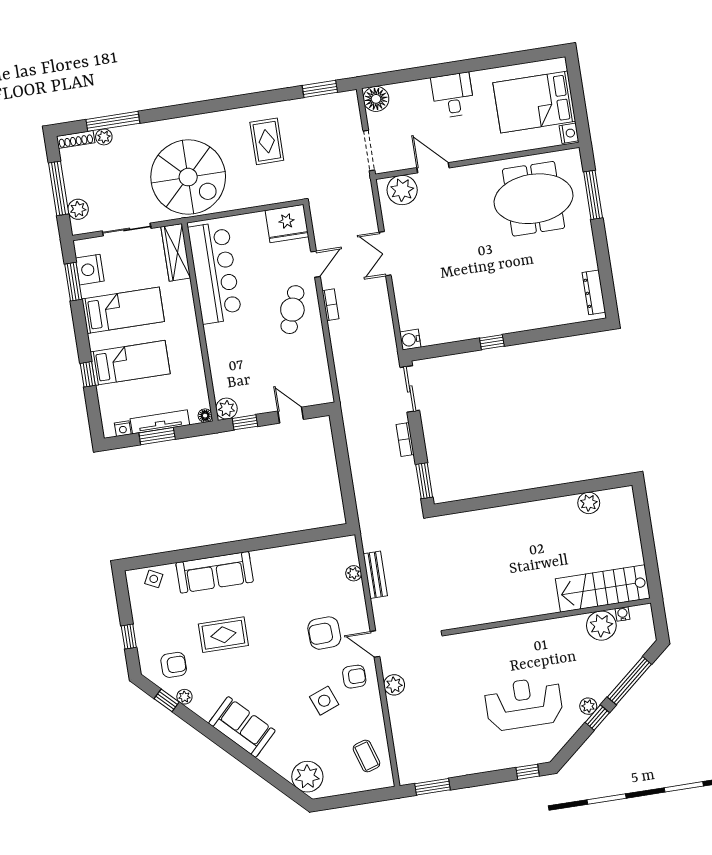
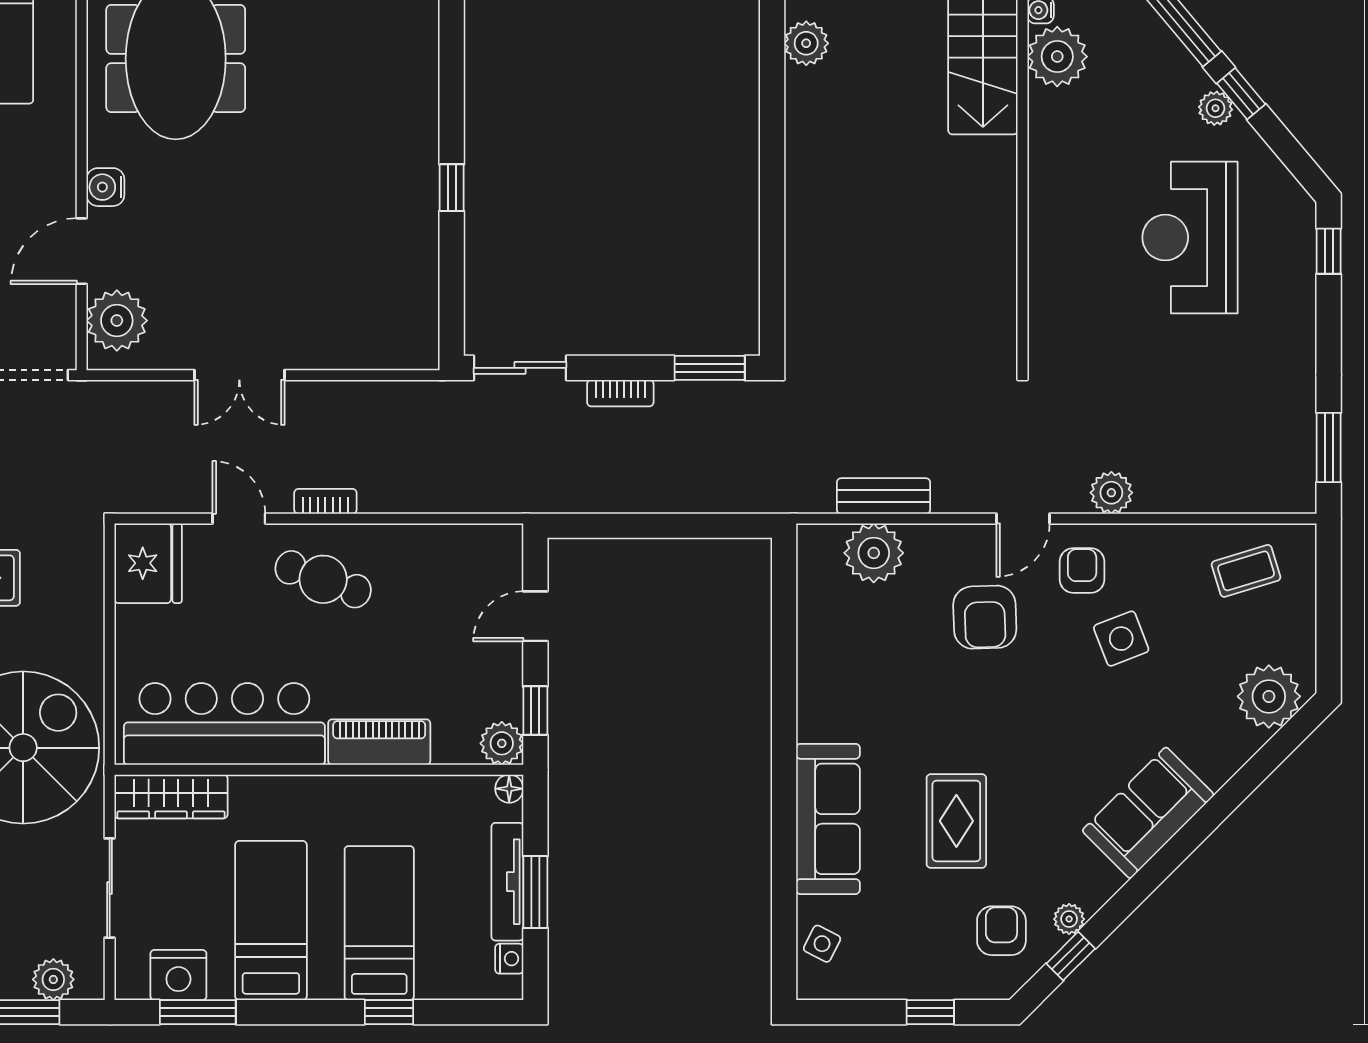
water cooler: (410, 340) -> (105, 187), moved, turned 90
piano: (218, 349) -> (379, 742), added
plant: (354, 573) -> (874, 553), width x1.88, depth x1.88

